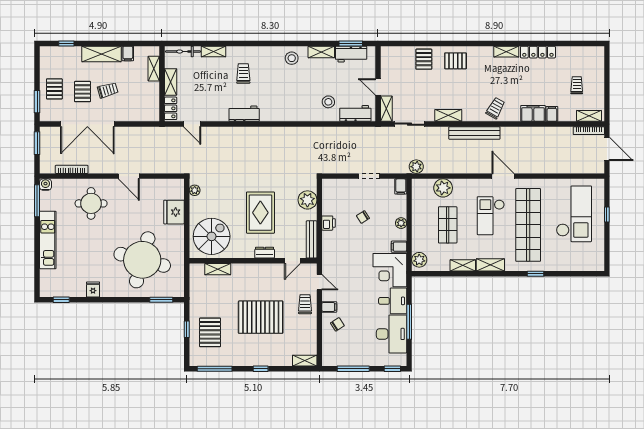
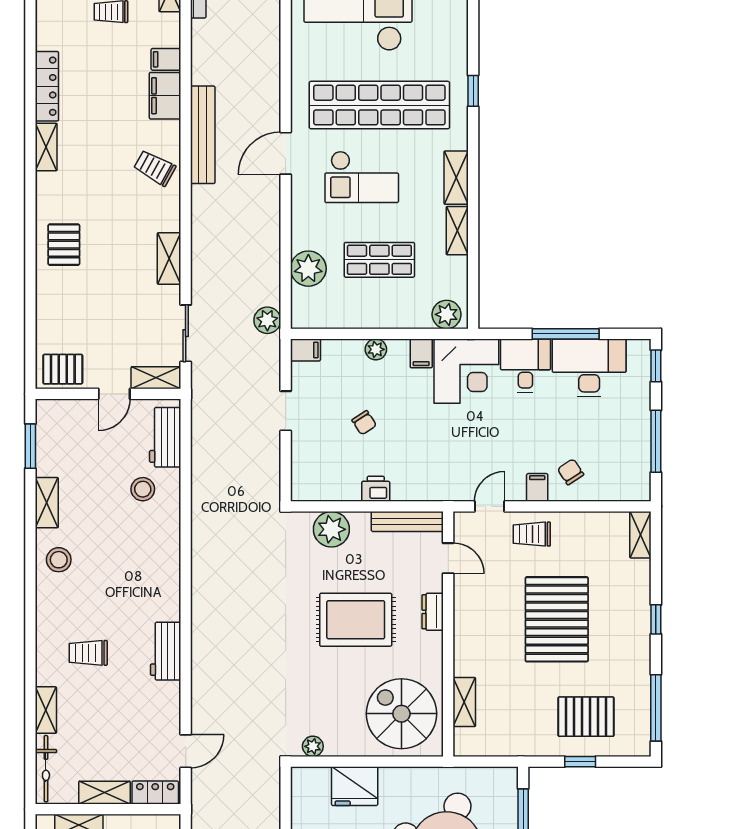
workbench: (351, 54) -> (51, 446), removed
pallet: (424, 59) -> (63, 369), moved
bench: (474, 133) -> (203, 135), moved

